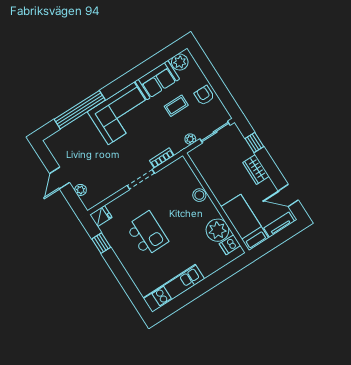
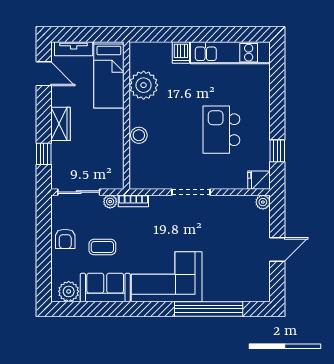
bookcase: (162, 158) -> (133, 201), moved
plant: (81, 190) -> (263, 202), moved
dishwasher: (230, 245) -> (181, 52), moved, turned 90

